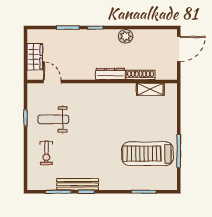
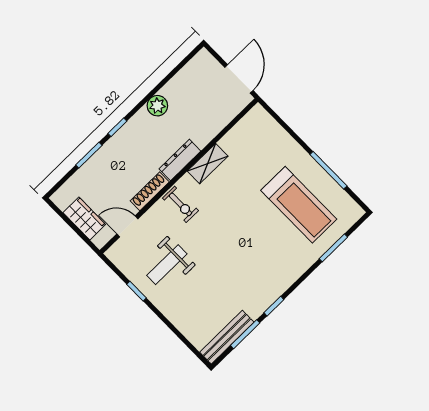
door: (179, 49) -> (239, 79), moved
shoe rack: (141, 75) -> (150, 191), moved
shelving: (150, 89) -> (208, 164), moved
exercise bike: (46, 153) -> (180, 204), moved
treadmill: (147, 154) -> (299, 205), turned -90
bench: (78, 184) -> (227, 337), moved

